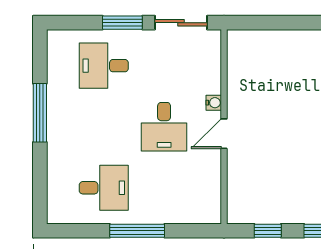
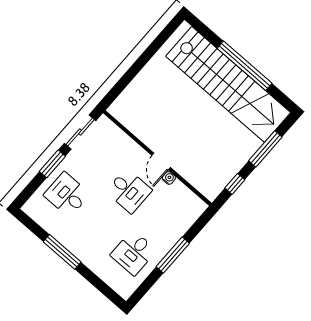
desk: (104, 66) -> (67, 195), turned 90
water cooler: (214, 103) -> (169, 178), moved
desk: (104, 188) -> (133, 253), turned 180

